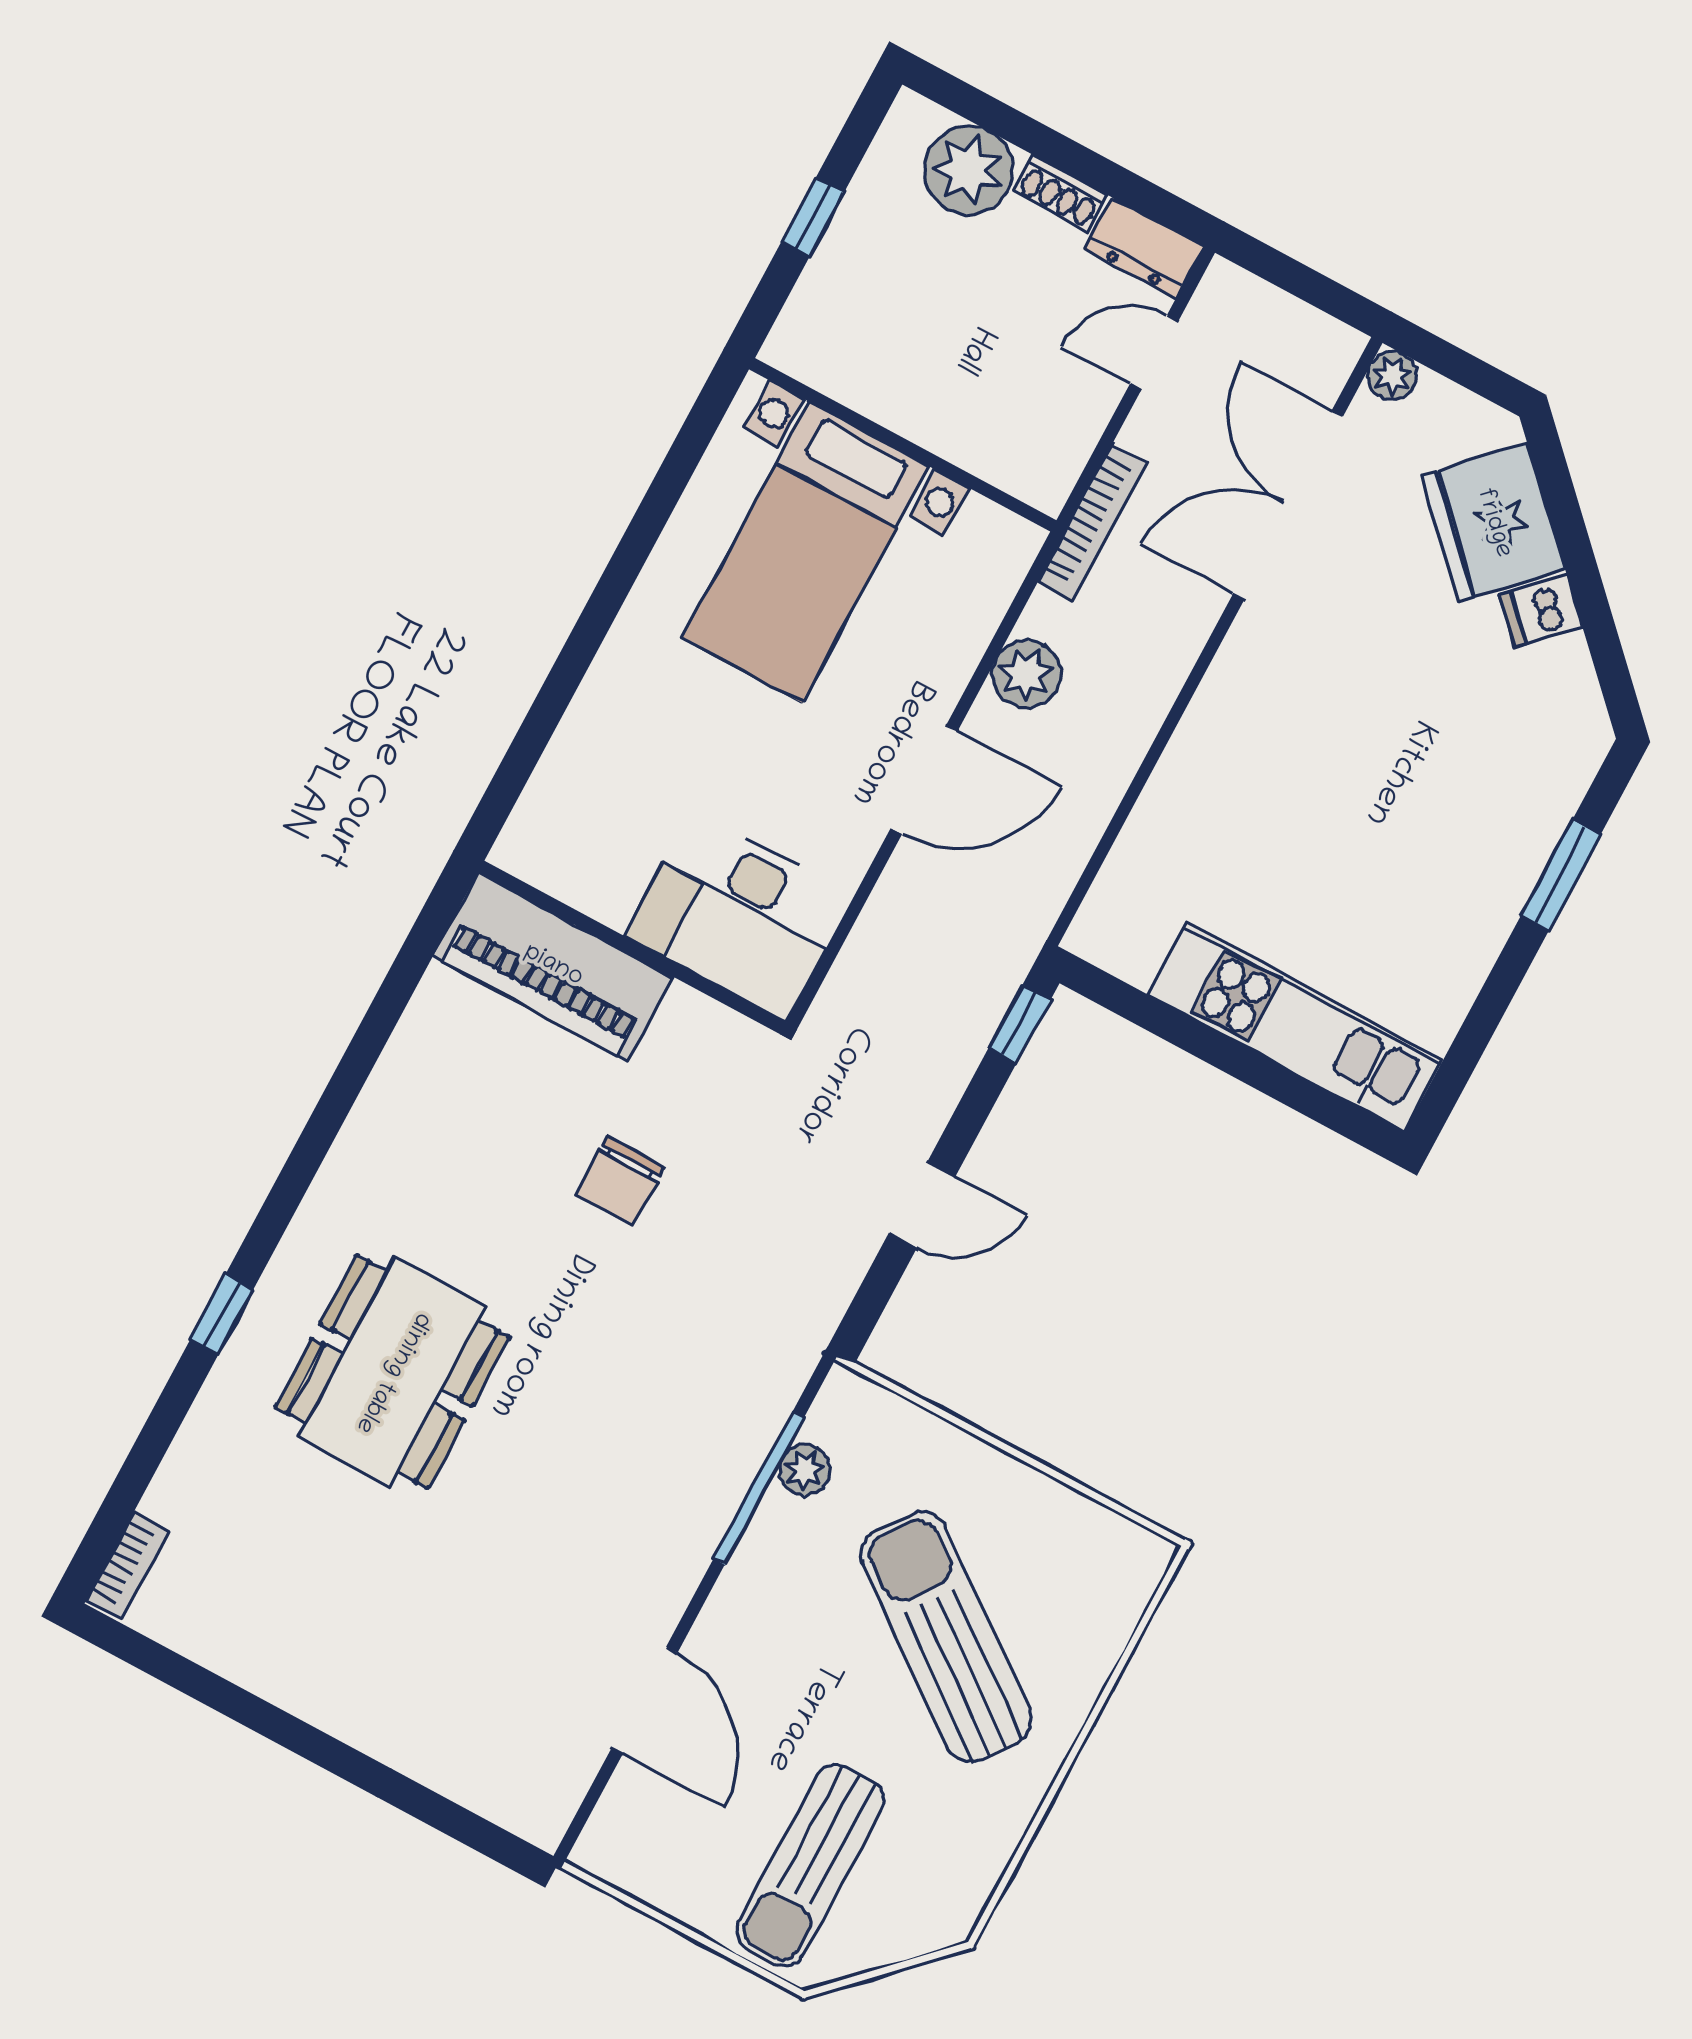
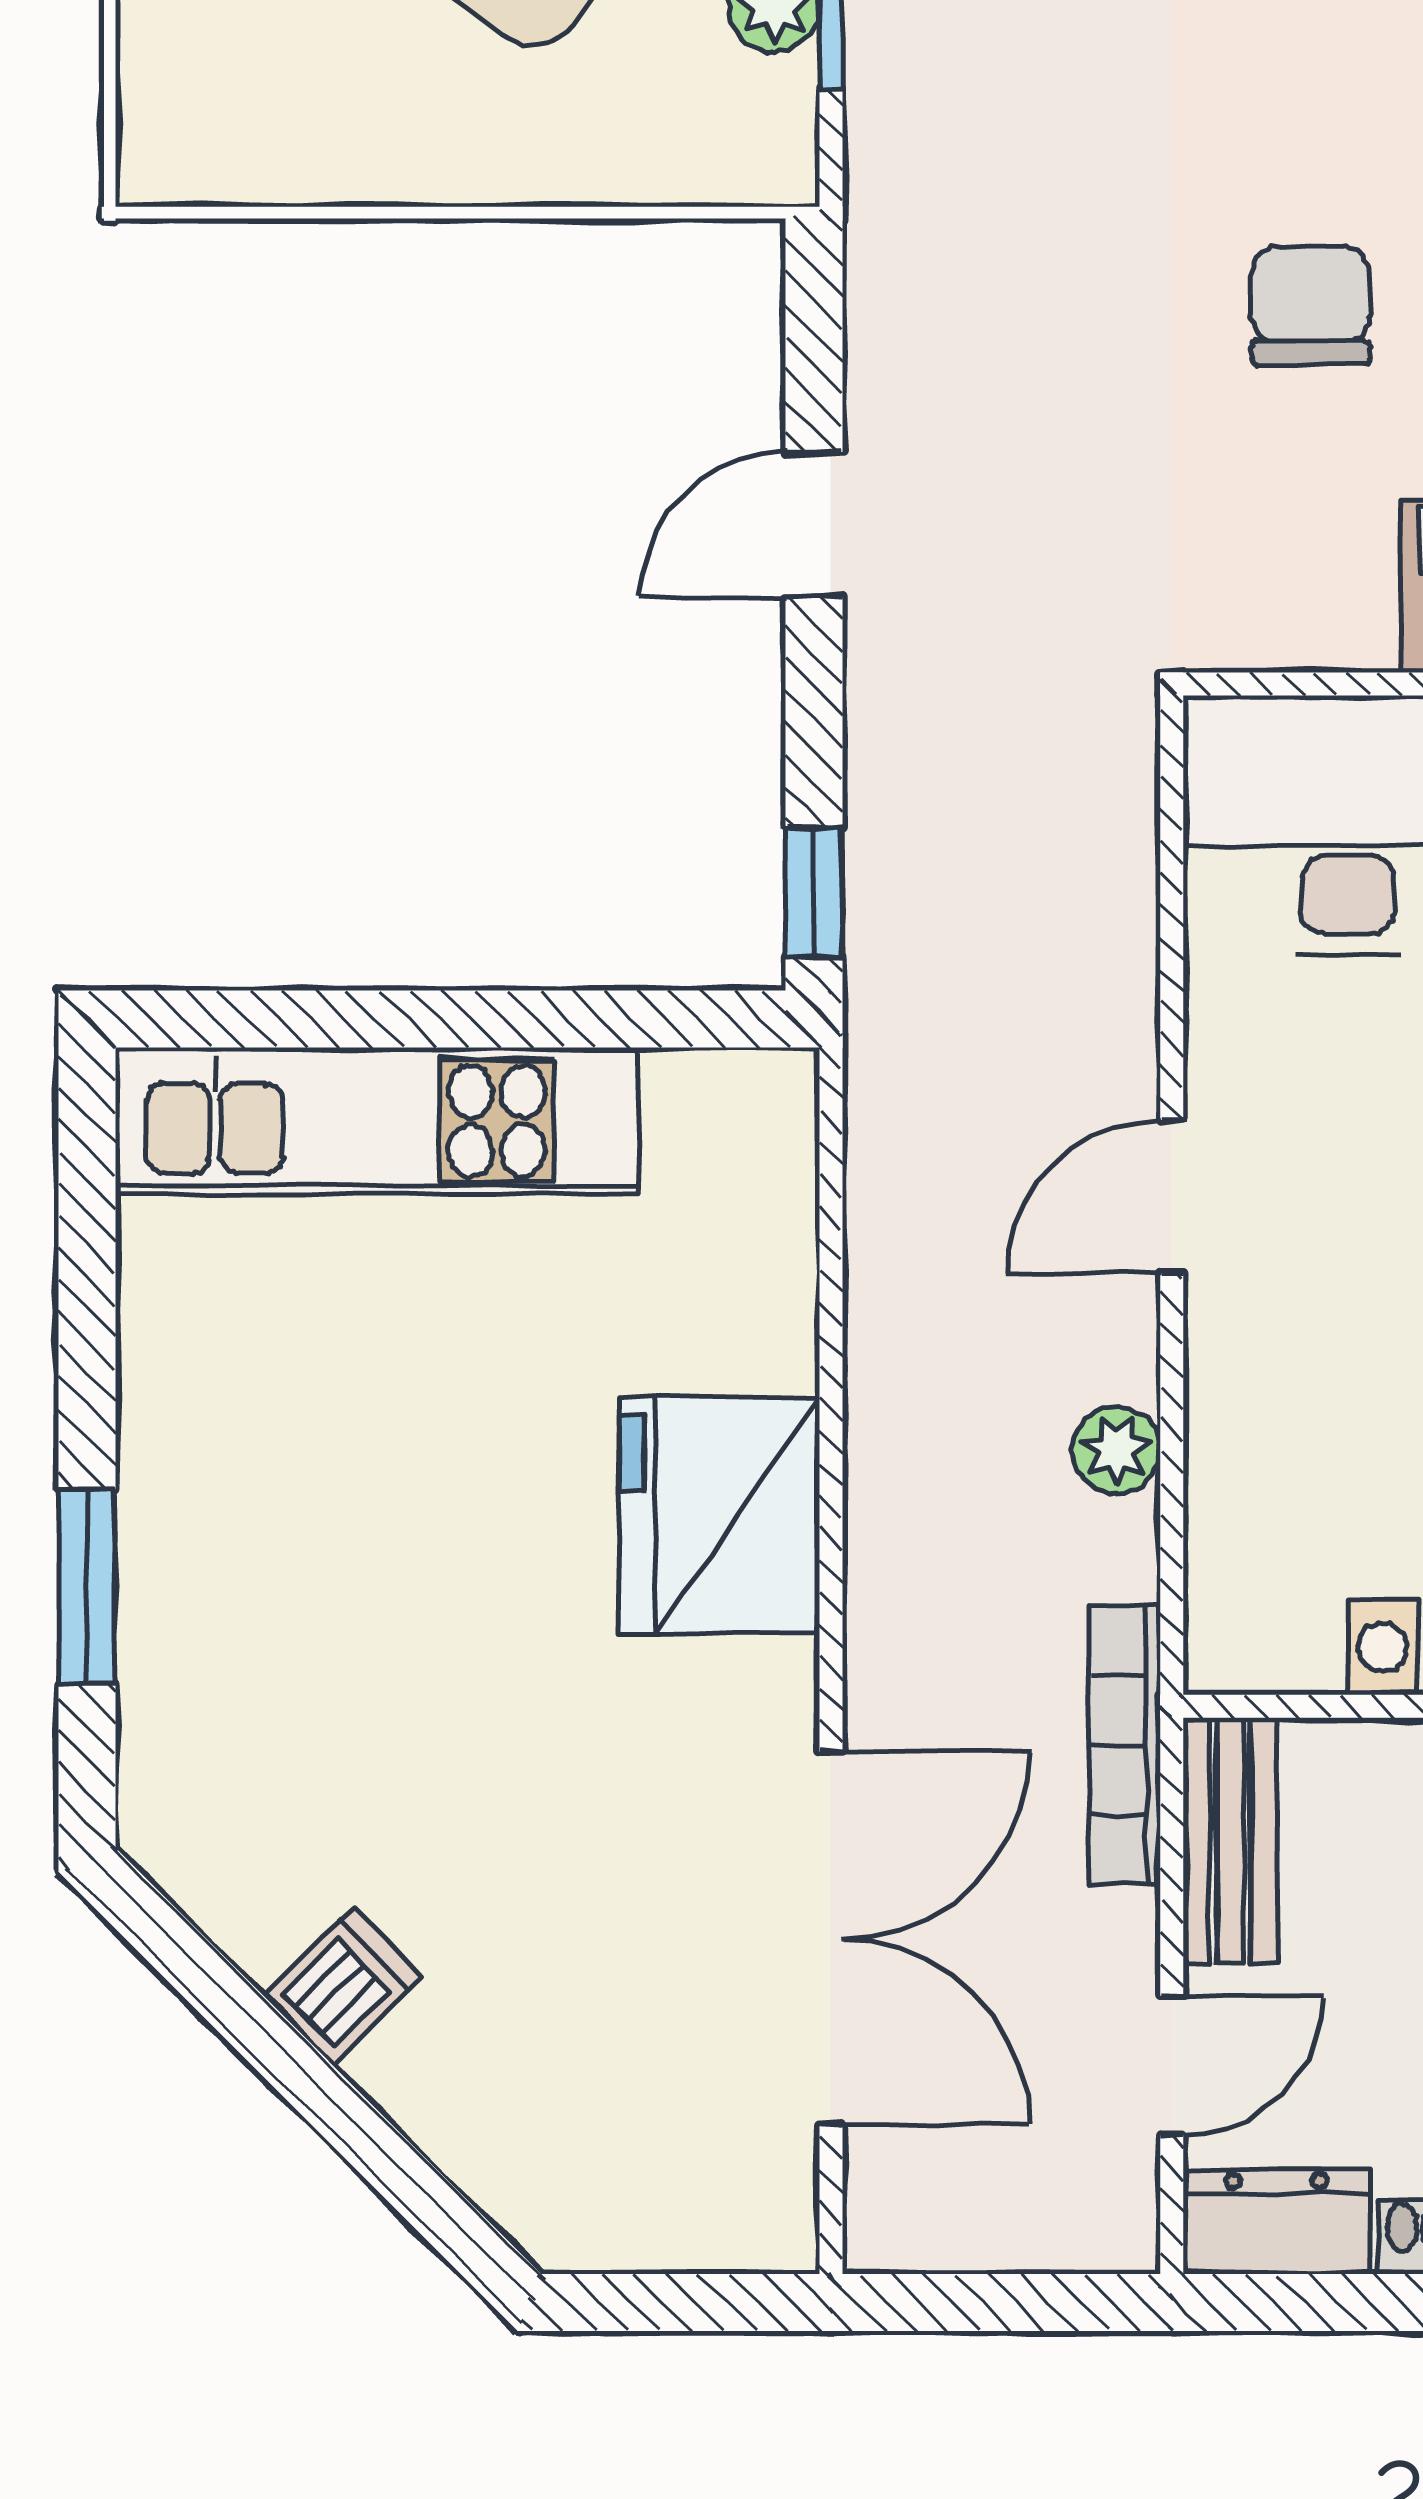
plant: (1392, 376) -> (776, 2231), removed
bench: (1066, 447) -> (1230, 1841), added
fridge: (1493, 523) -> (720, 1515), moved, turned -135
plant: (1027, 674) -> (1116, 1450), width x0.73, depth x0.73
door: (924, 780) -> (1172, 1196), width x0.73

